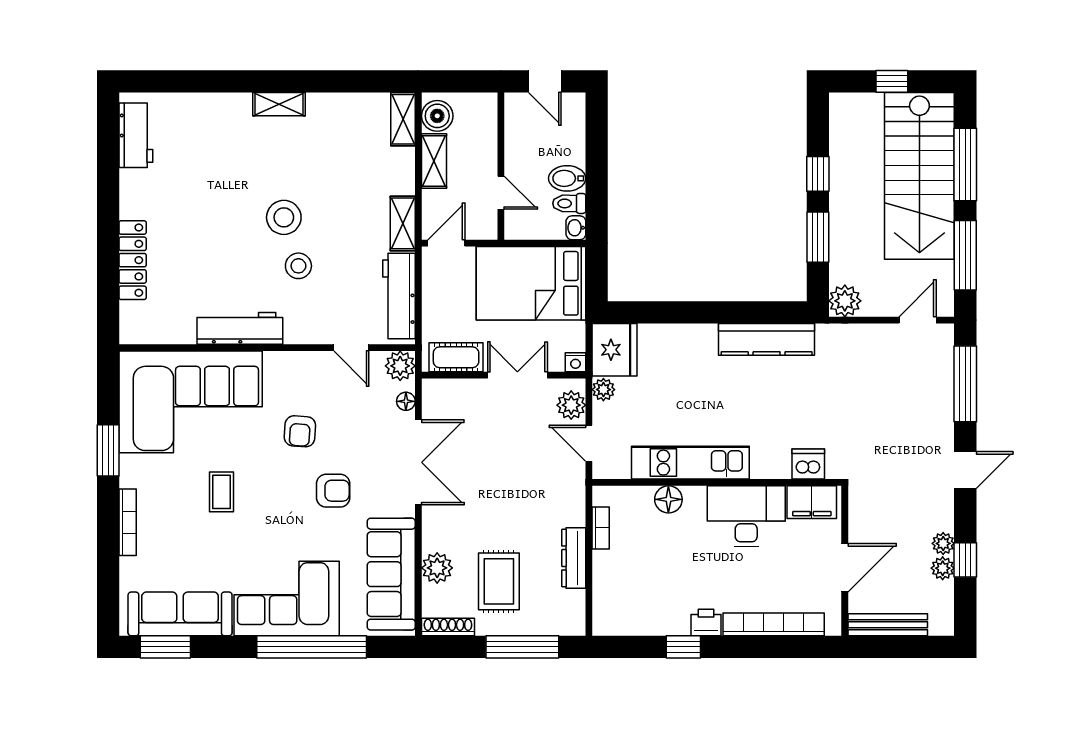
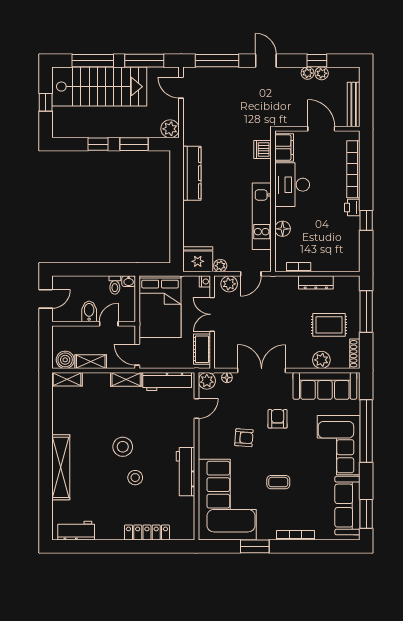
shelving: (279, 104) -> (61, 467), width x2.20, depth x1.33
bidet: (567, 178) -> (89, 311), moved, turned 180
stool: (298, 266) -> (135, 478), moved

